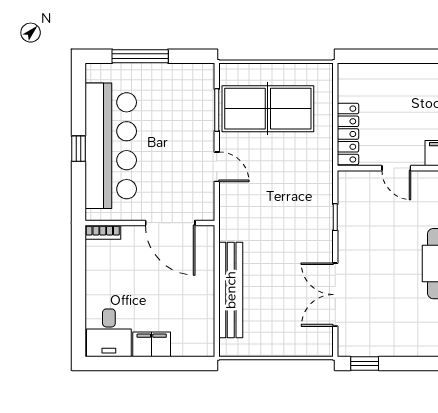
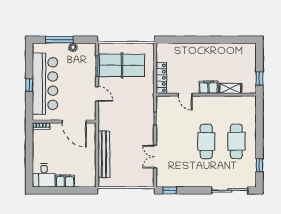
plant: (168, 72) -> (73, 47), added
double door: (335, 295) -> (155, 157), width x0.73

